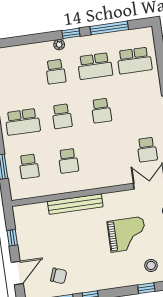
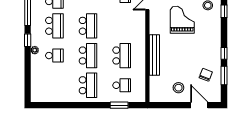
school desk: (101, 111) -> (88, 26), width x1.85
school desk: (62, 116) -> (88, 56), width x1.85
school desk: (68, 161) -> (122, 56), width x1.85
window: (12, 238) -> (173, 105), removed
stool: (36, 242) -> (178, 88), added

